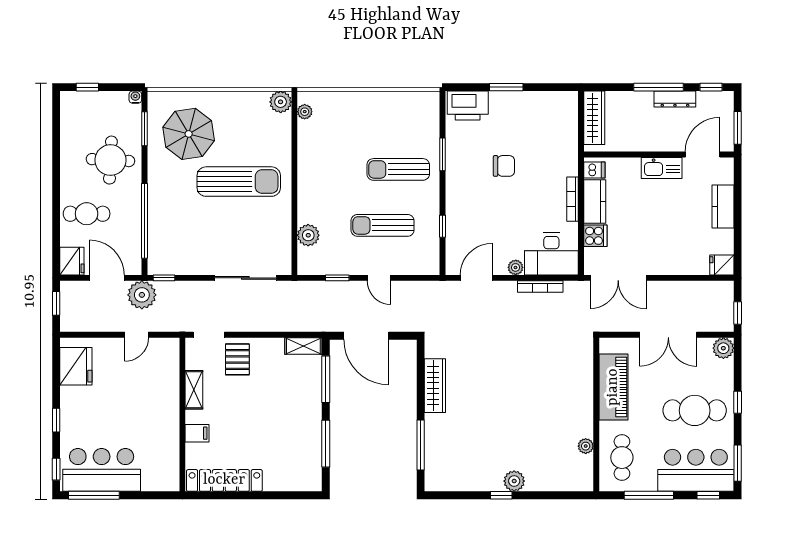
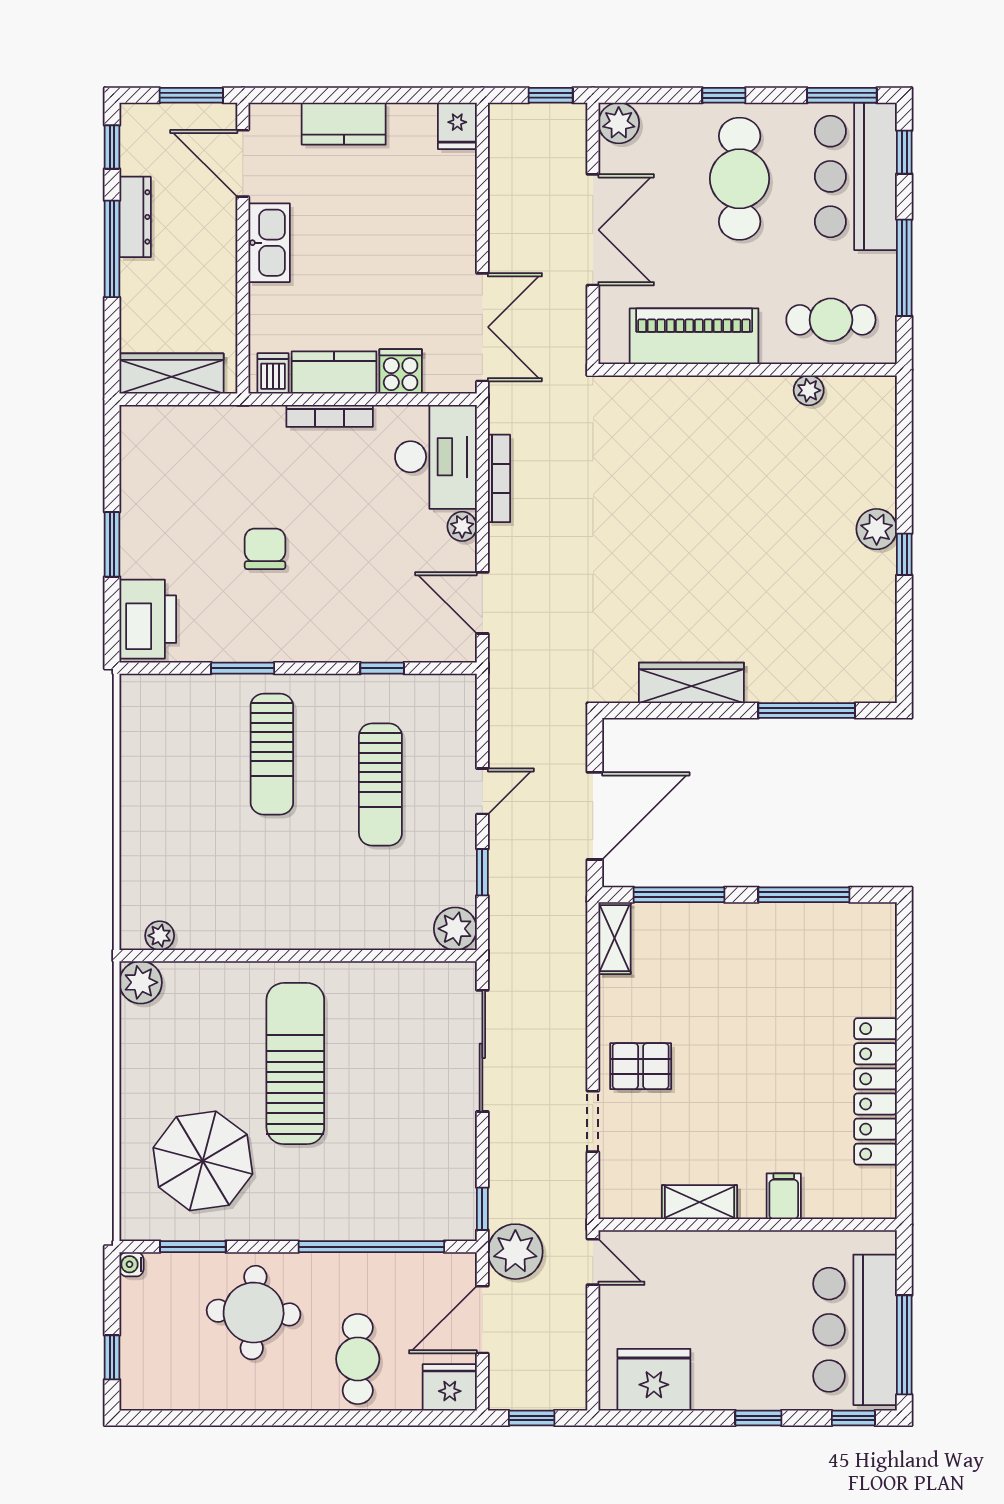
plant: (308, 235) -> (455, 929), moved
shelving: (194, 390) -> (700, 1202), moved
wall: (182, 415) -> (748, 1225), moved
filing cabinet: (197, 433) -> (784, 1196), moved

